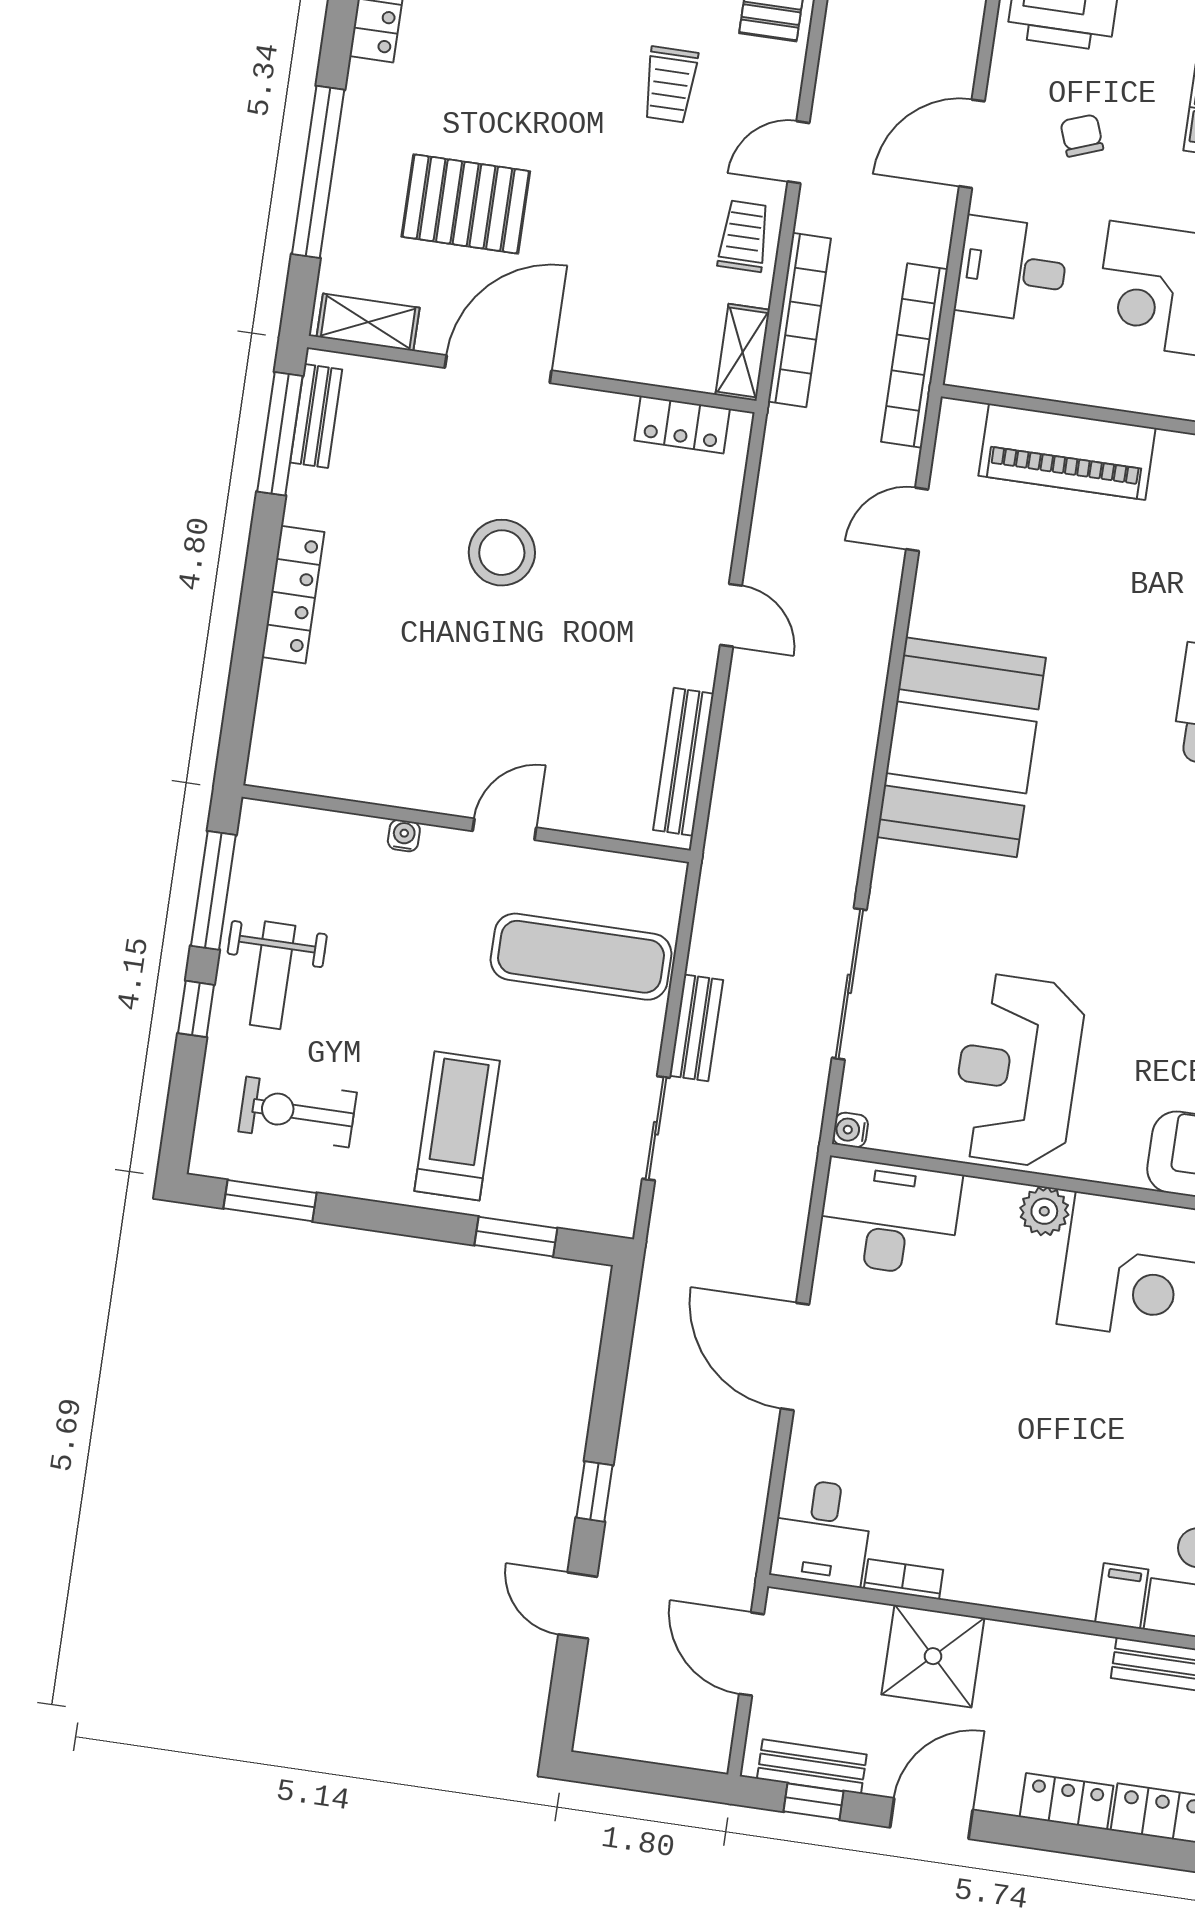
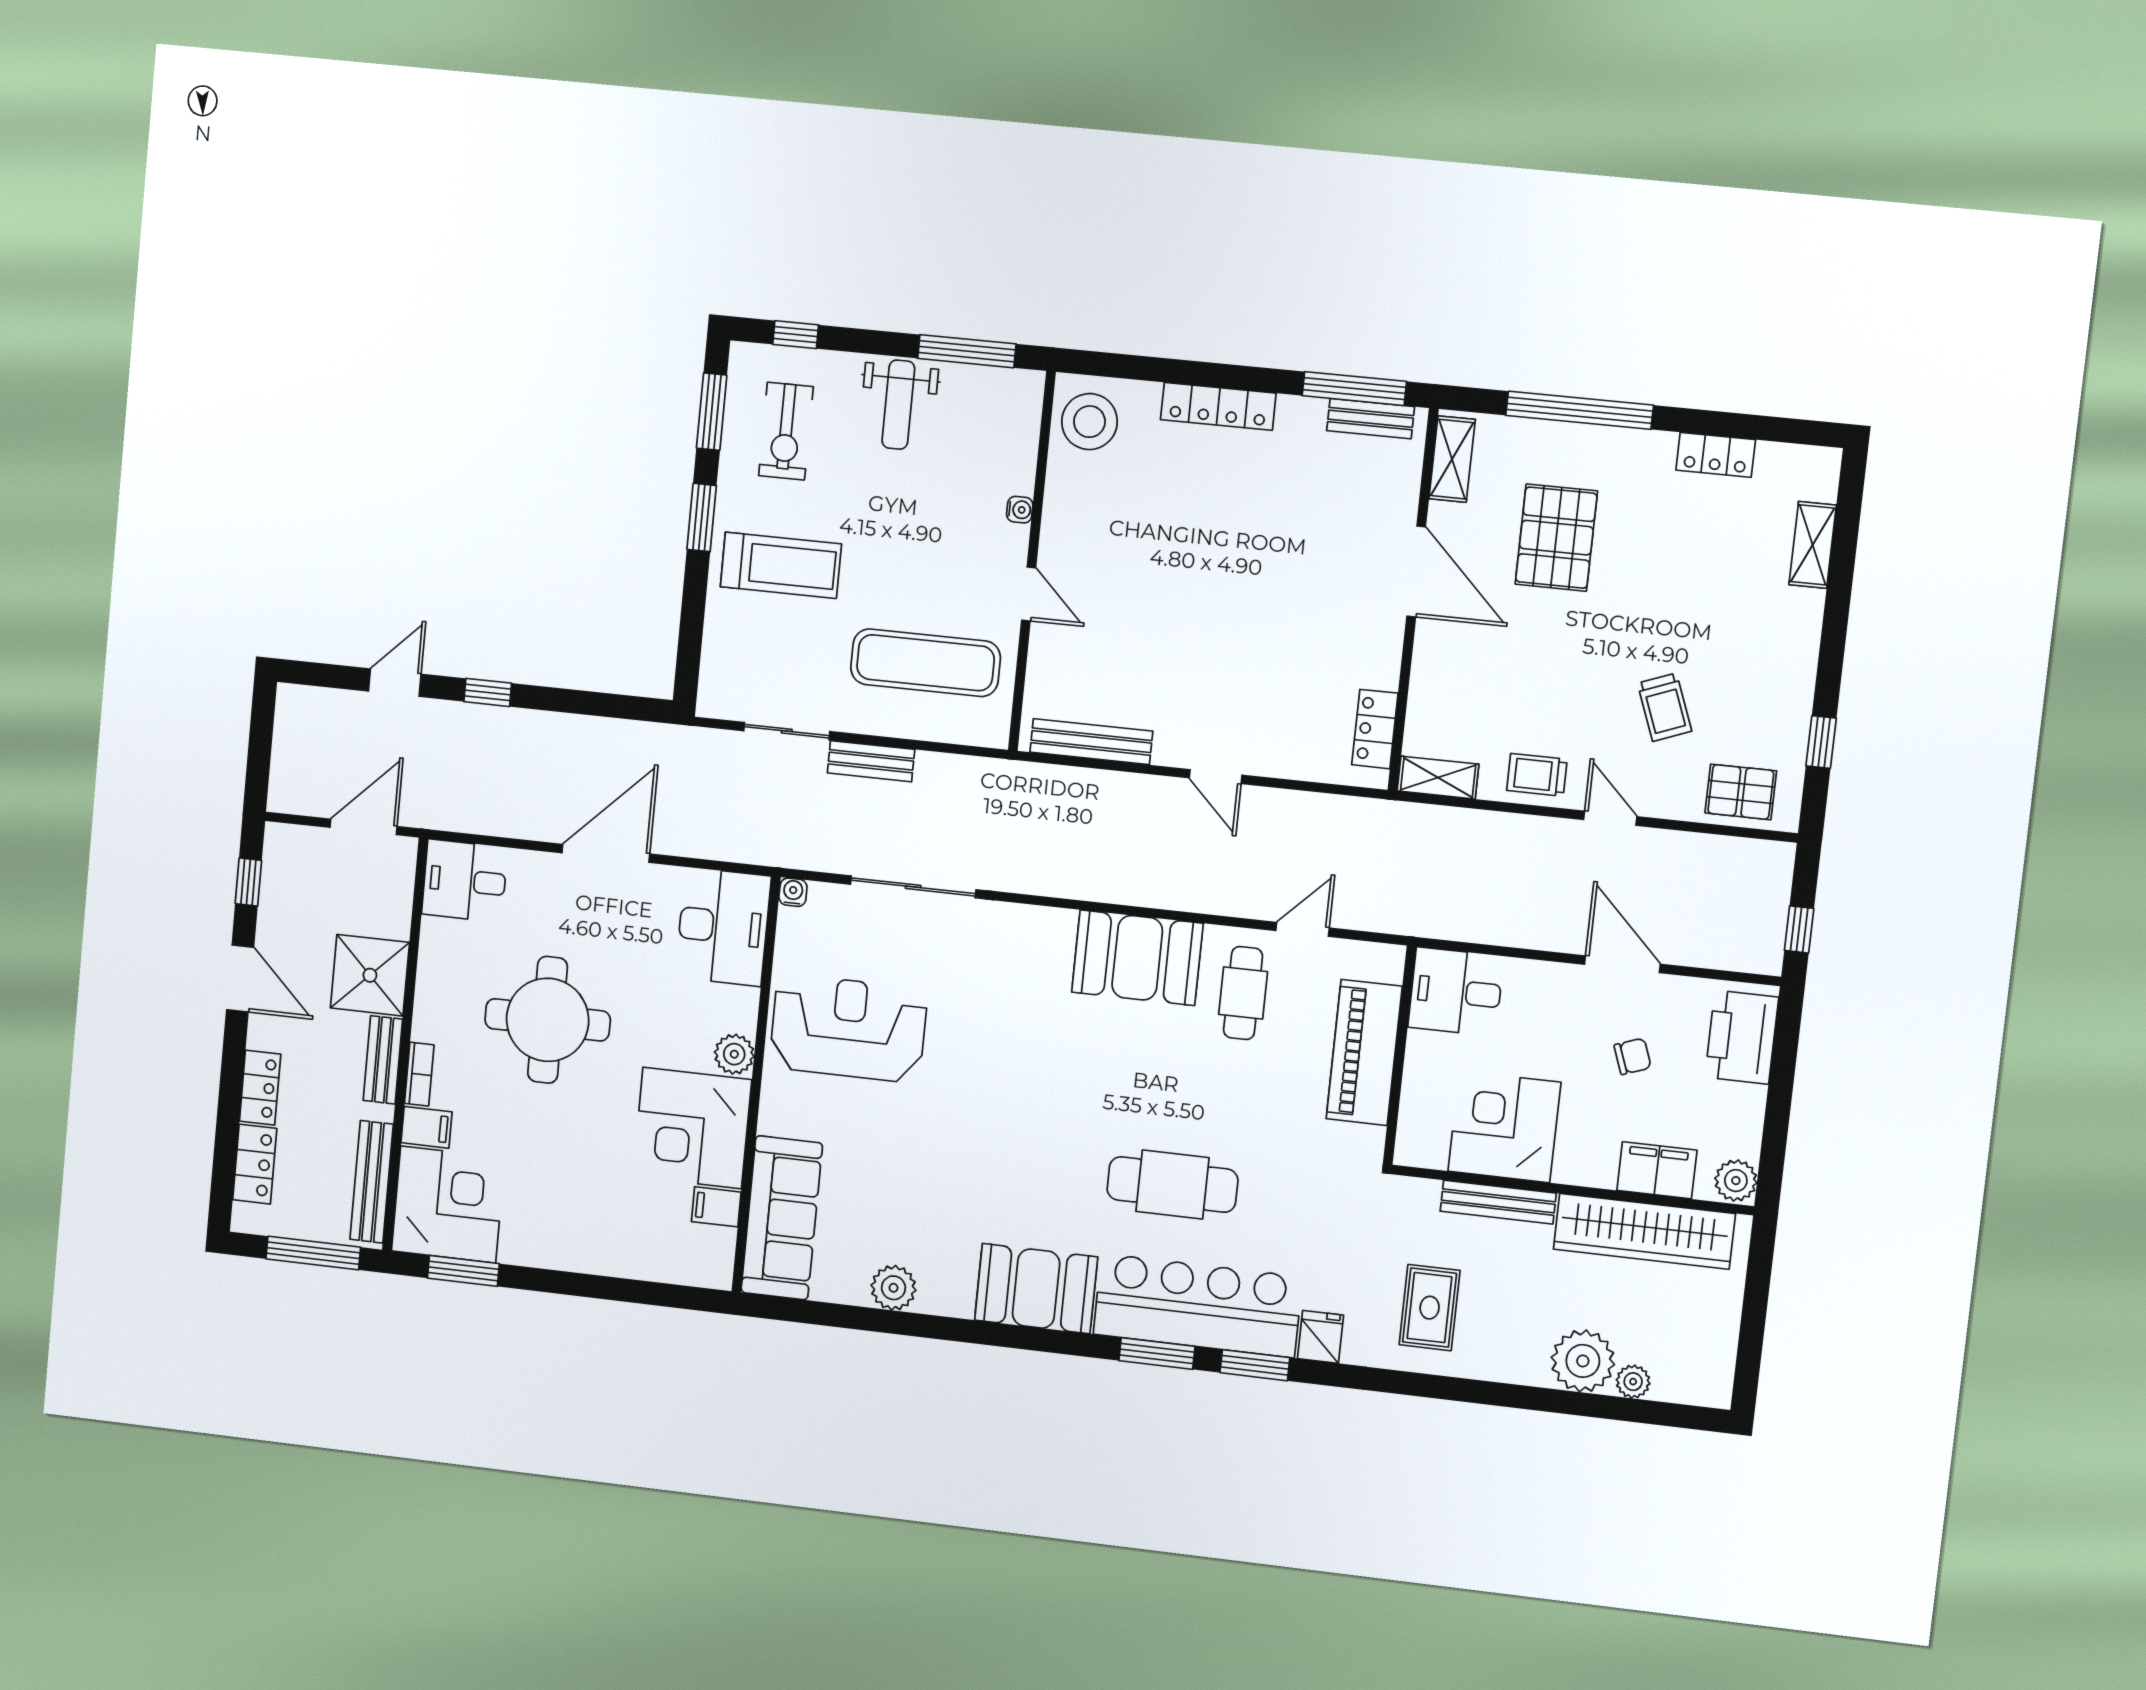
trolley: (670, 85) -> (1665, 707), turned -111
trolley: (744, 236) -> (1537, 775), turned 180
desk: (1012, 270) -> (1456, 992), moved, turned -90
bookcase: (799, 320) -> (1467, 824), removed
bookcase: (915, 356) -> (1441, 922), removed
door: (917, 519) -> (1302, 929), hinge flipped
stool: (502, 553) -> (1089, 422), moved
cafe table: (991, 593) -> (1243, 993), added
door: (731, 615) -> (1216, 777), hinge flipped
booth: (961, 747) -> (1137, 958), width x0.73, depth x0.70
exercise mat: (581, 957) -> (925, 663), turned 90
weight bench: (273, 975) -> (898, 405), turned -90
window: (196, 1009) -> (796, 335), moved
exercise bike: (298, 1112) -> (786, 431), turned 180
window: (516, 1237) -> (702, 517), moved
round table: (995, 1439) -> (548, 1020), added
bookcase: (904, 1579) -> (419, 1074), moved
bench: (812, 1767) -> (383, 1060), moved

